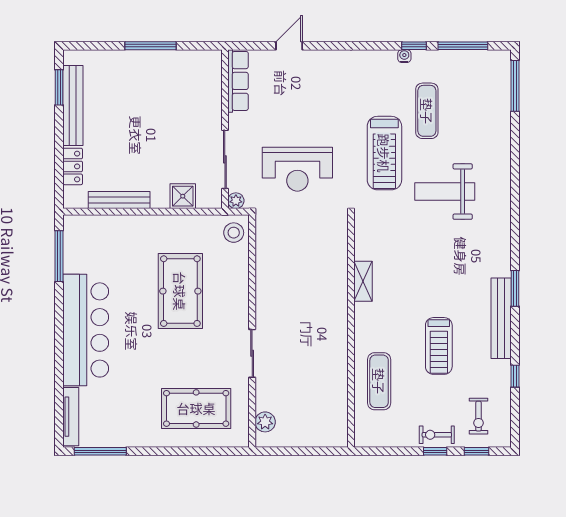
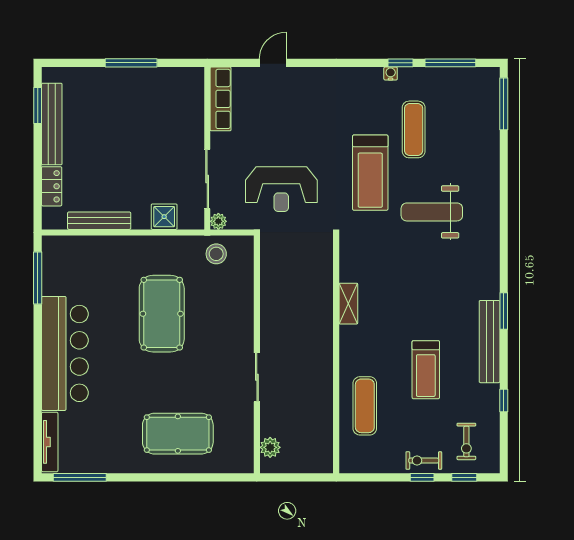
wall: (252, 331) -> (257, 354), moved
sliding door: (252, 353) -> (257, 377), moved
plant: (265, 422) -> (270, 447), moved

